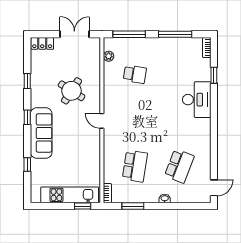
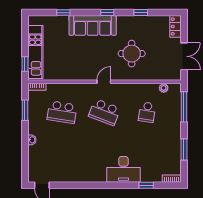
window: (175, 34) -> (184, 150), width x0.69
round table: (71, 91) -> (132, 54), turned -33
school desk: (179, 166) -> (104, 112), moved

